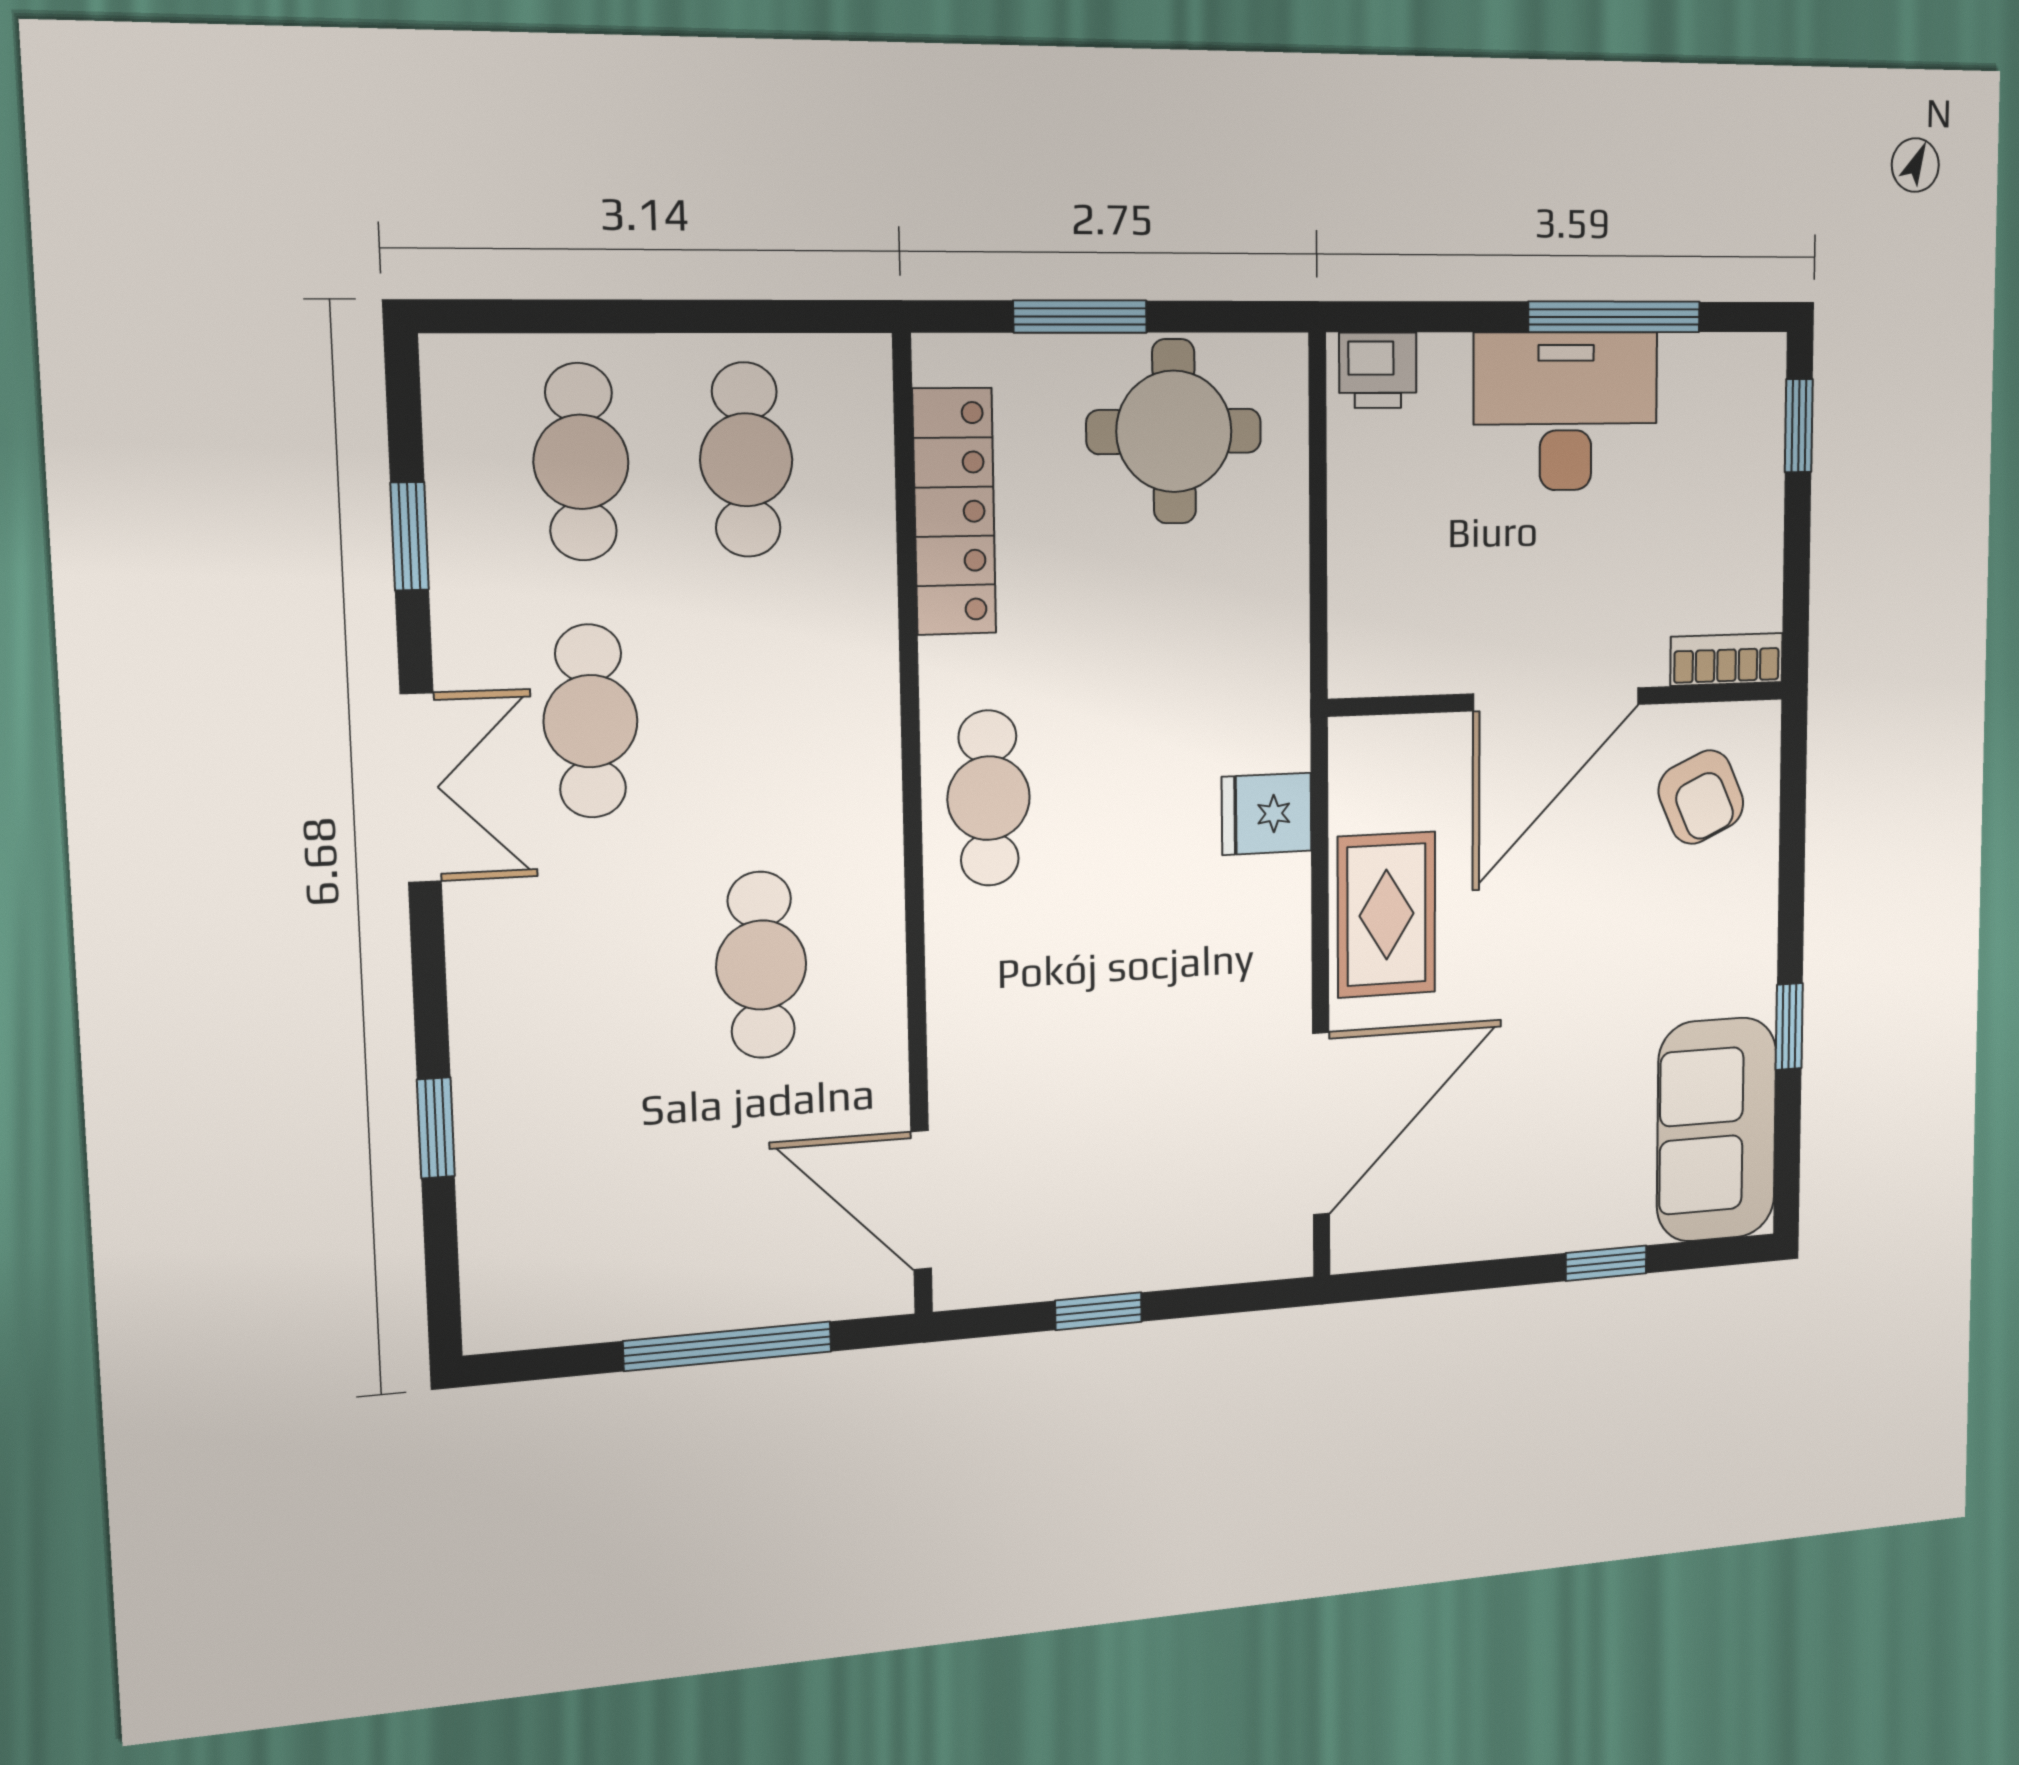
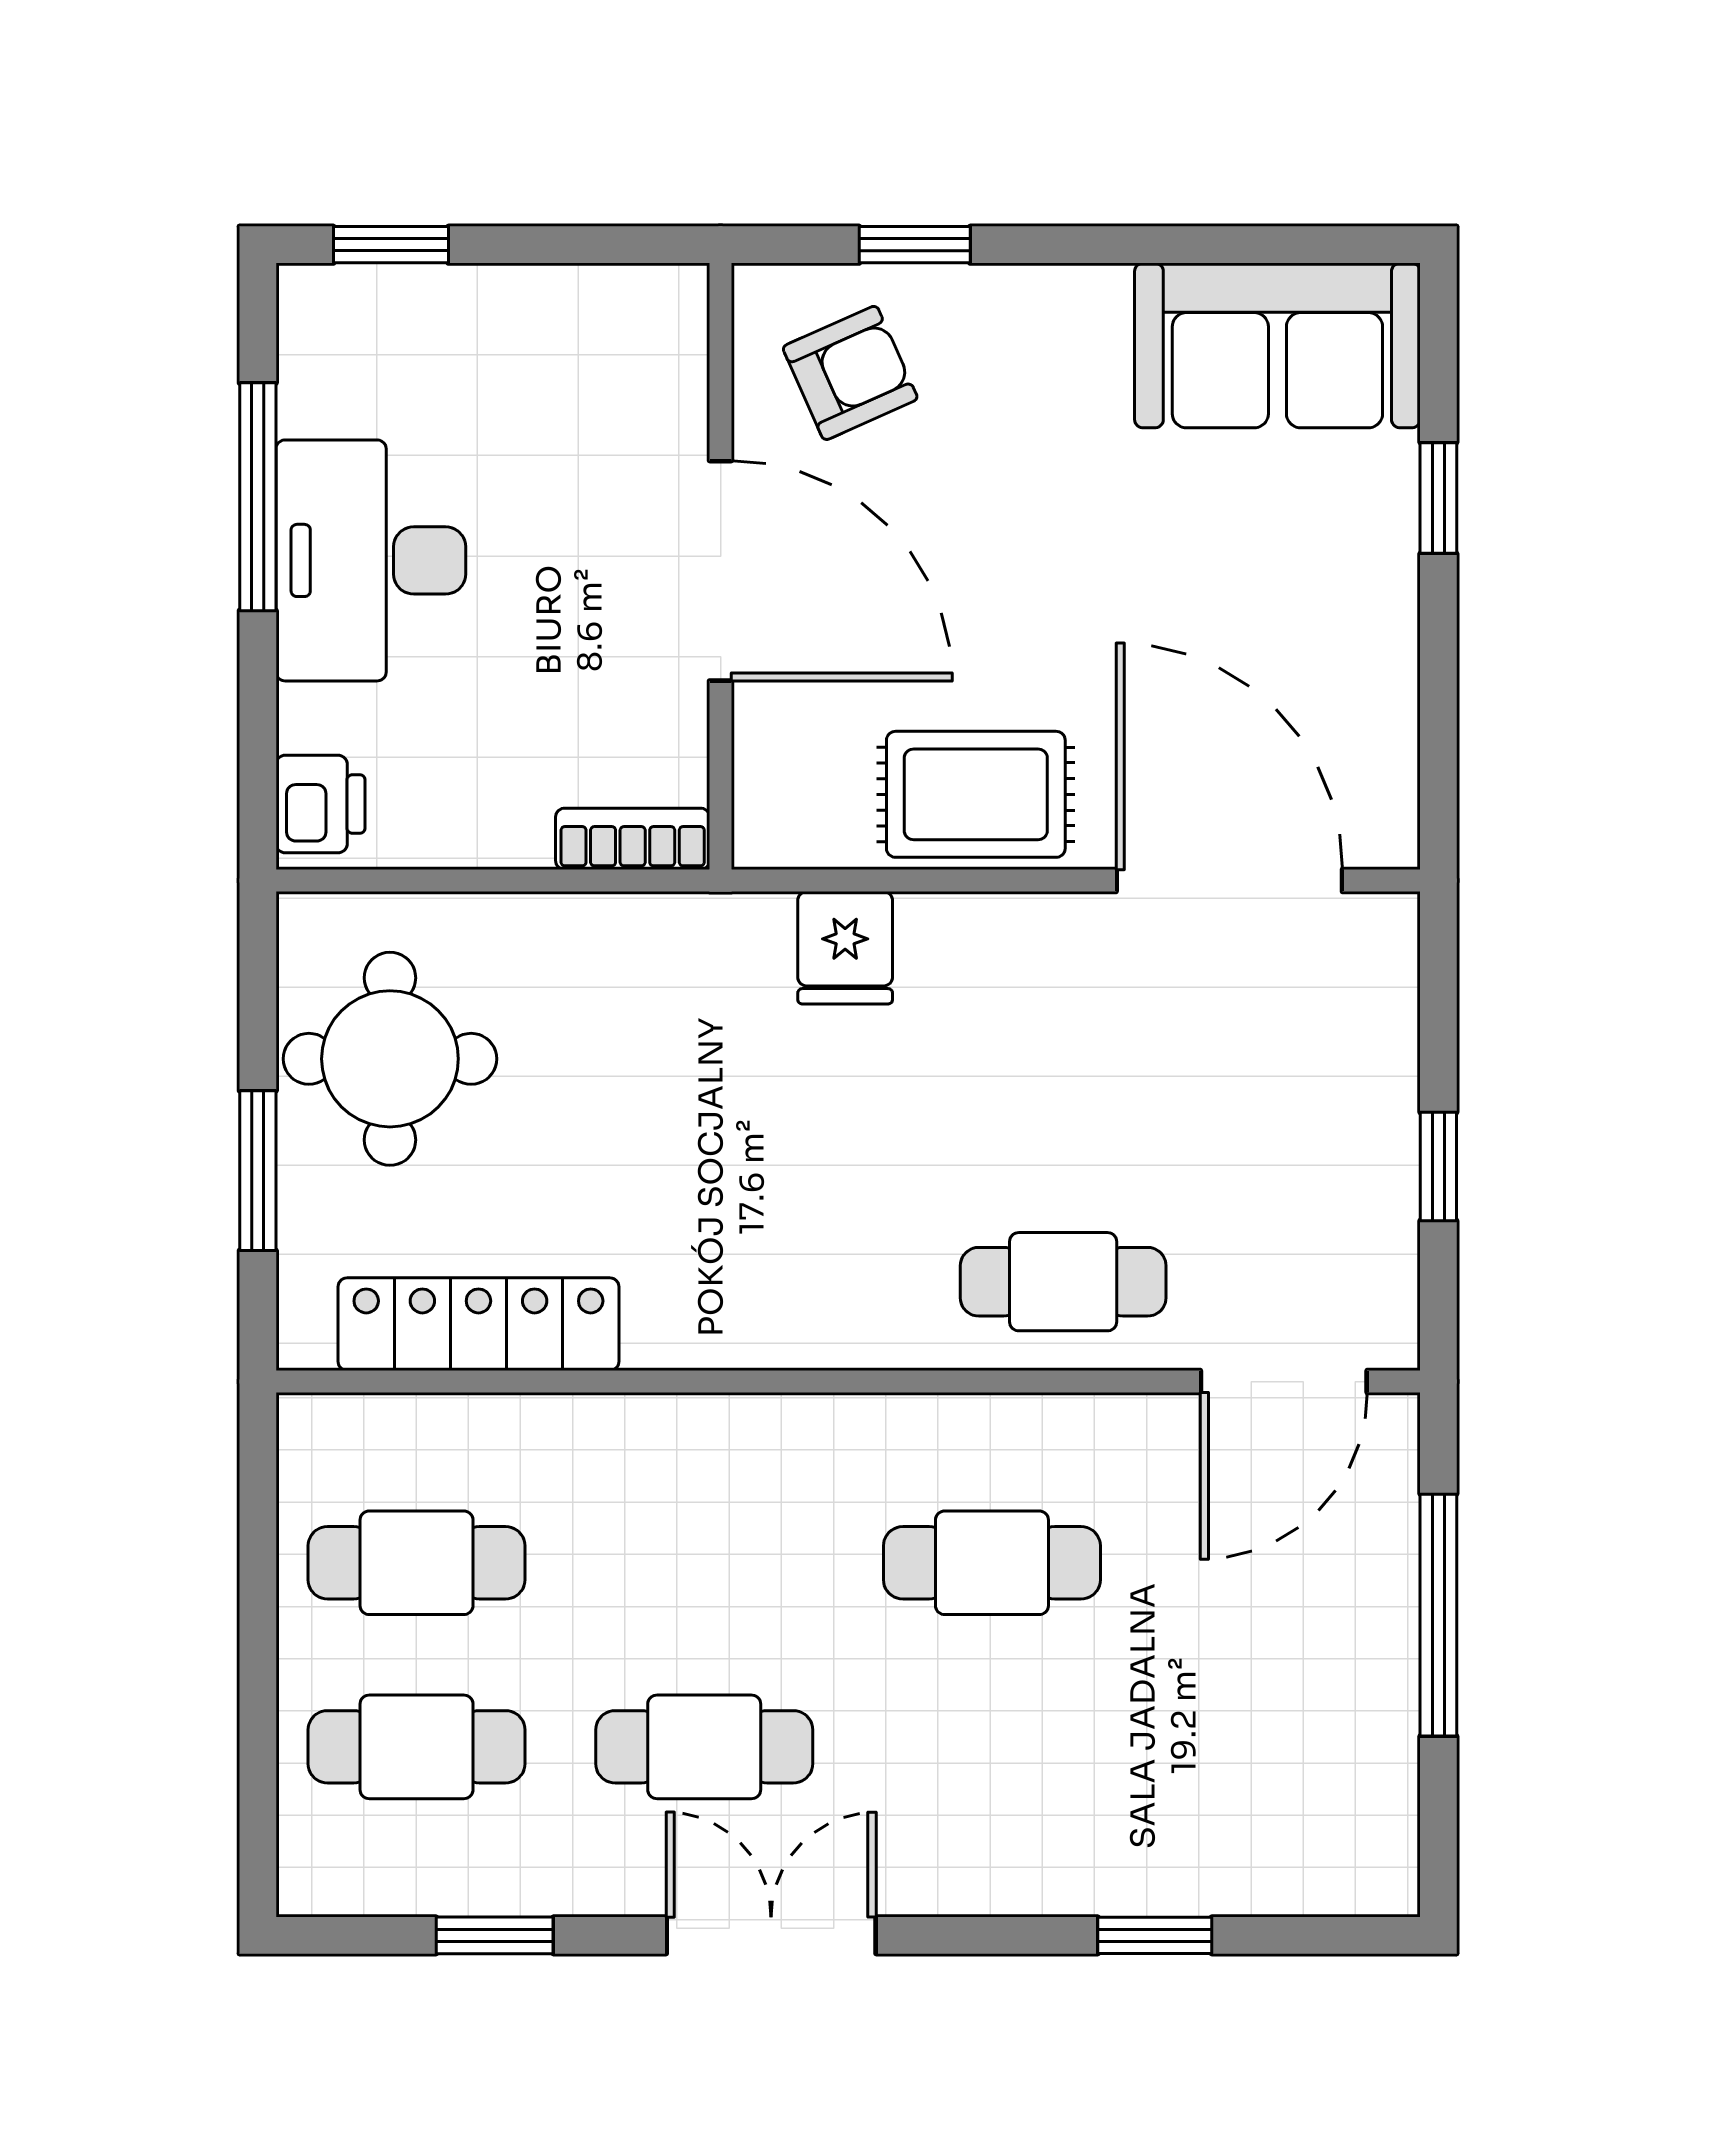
bookcase: (1727, 659) -> (633, 839), moved, turned 90
cafe table: (989, 798) -> (1063, 1282), moved
window: (1789, 1026) -> (915, 245), moved

